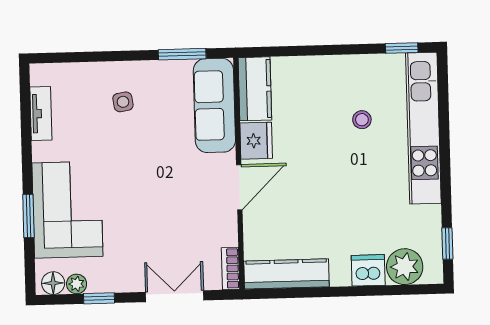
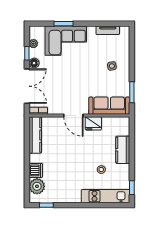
kitchen counter: (255, 89) -> (123, 150), moved, turned 90
kitchen unit: (423, 128) -> (106, 196), width x0.73
floor lamp: (53, 283) -> (34, 63), moved
double door: (175, 296) -> (27, 86), width x1.37

